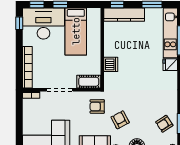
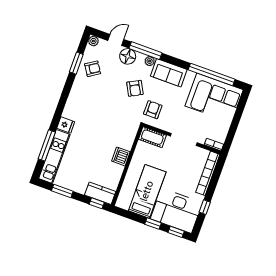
kitchen counter: (124, 15) -> (100, 193), width x0.67
window: (19, 23) -> (205, 207), moved
dishwasher: (111, 64) -> (121, 156), moved
armchair: (97, 106) -> (153, 110), turned -90

